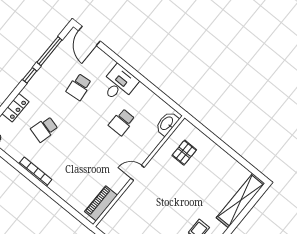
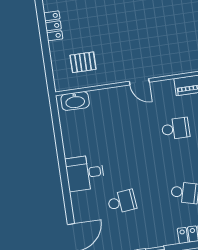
school desk: (122, 122) -> (176, 129), moved
locker: (224, 158) -> (53, 26), added

